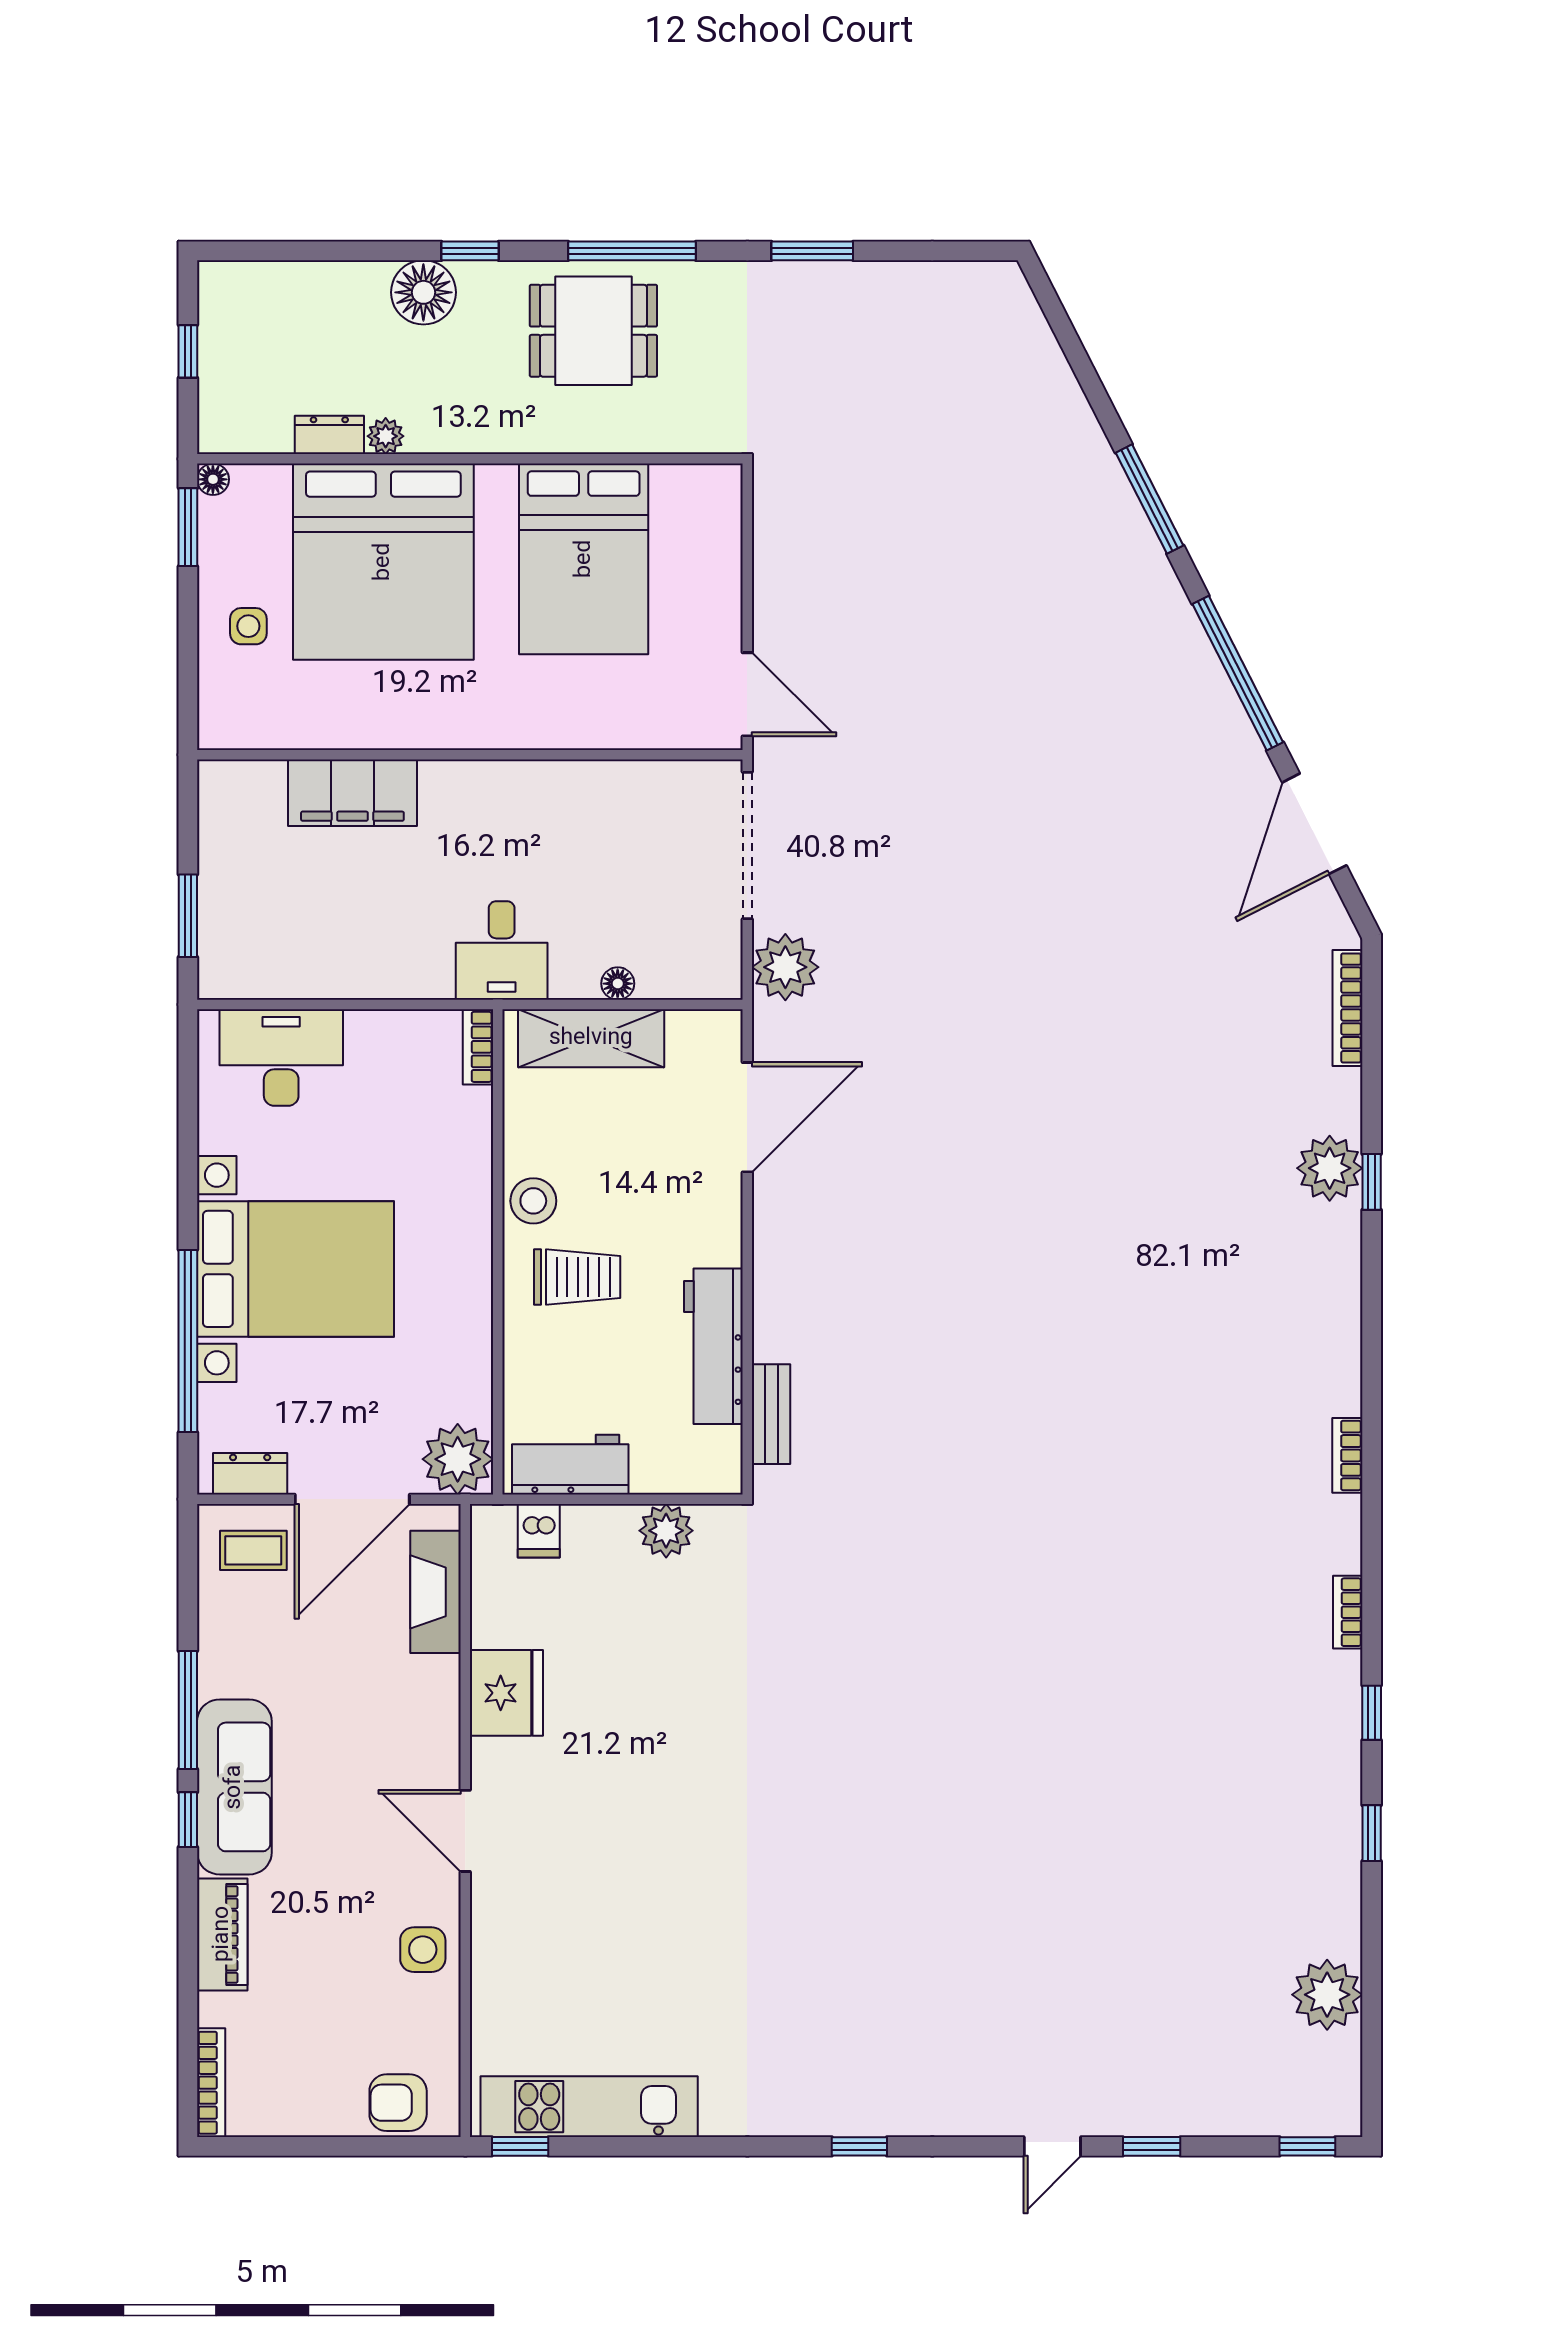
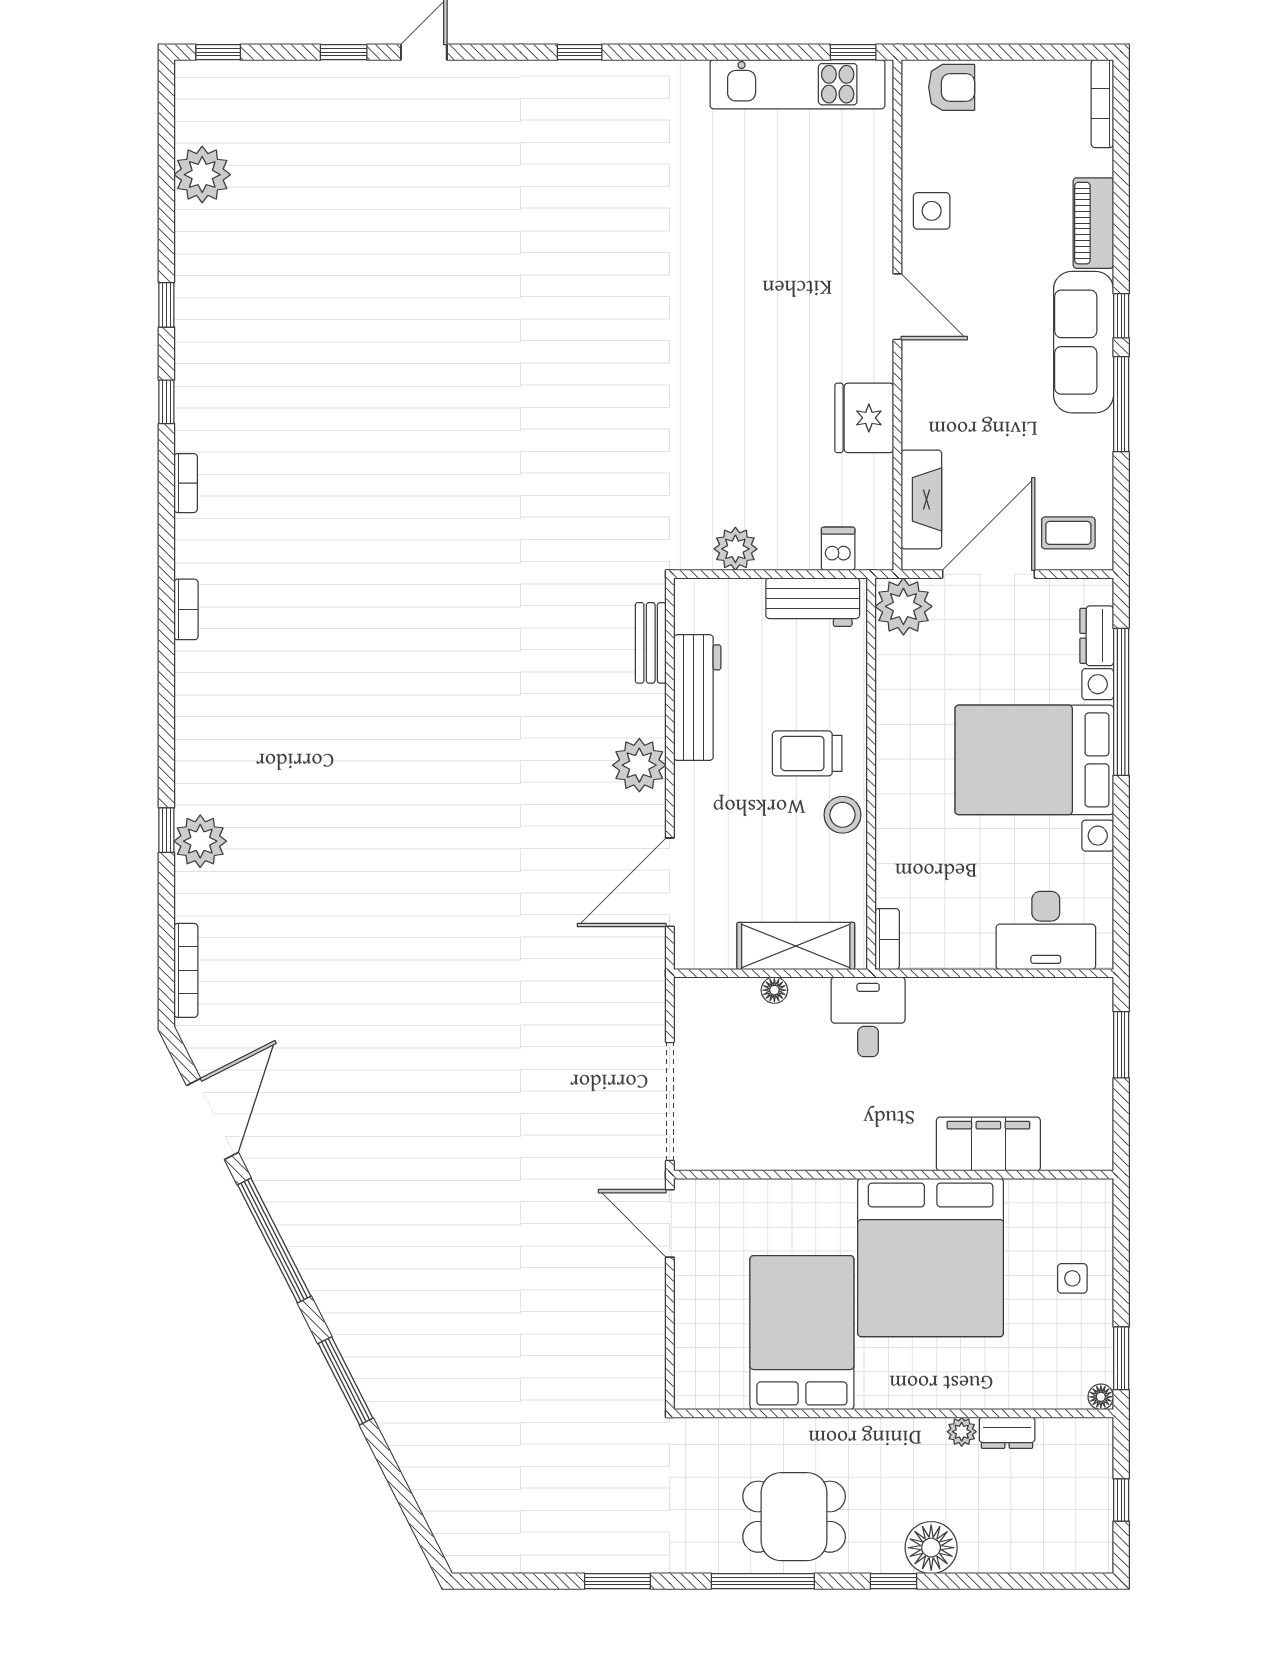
bed: (383, 562) -> (931, 1258), moved, turned 180
plant: (785, 967) -> (639, 765), moved
dresser: (250, 1474) -> (1097, 636), moved, turned 90

